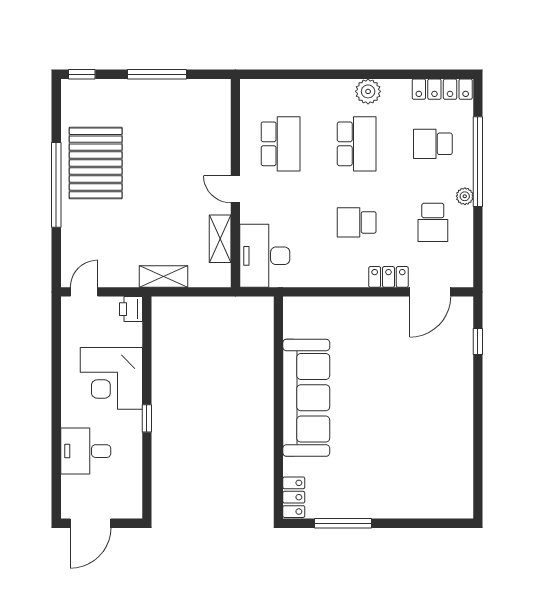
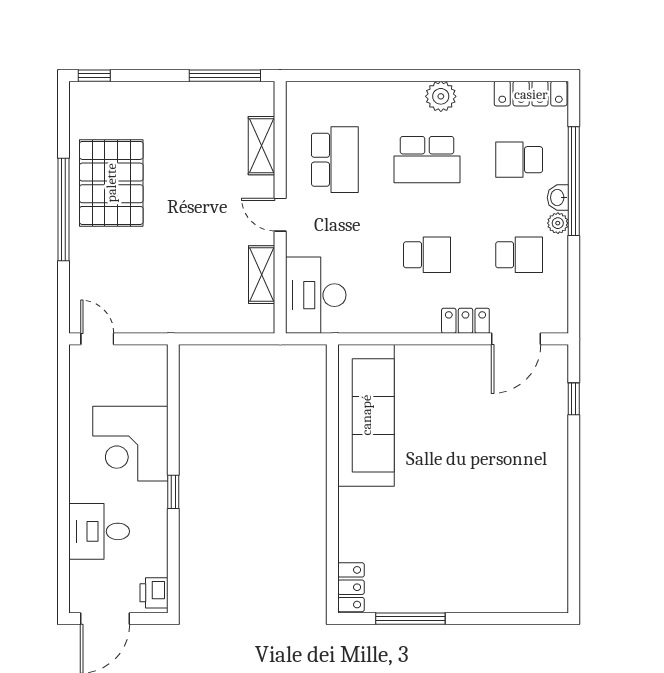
window: (157, 74) -> (225, 76), moved
school desk: (357, 144) -> (427, 160), turned 90
washbasin: (465, 175) -> (558, 198), added
school desk: (357, 222) -> (427, 255), turned 180
school desk: (433, 222) -> (519, 255), turned -90
shelving: (163, 277) -> (262, 146), moved, turned 90
door: (84, 292) -> (97, 339), hinge flipped
printer: (131, 309) -> (154, 593), moved
sofa: (306, 398) -> (366, 415), moved

